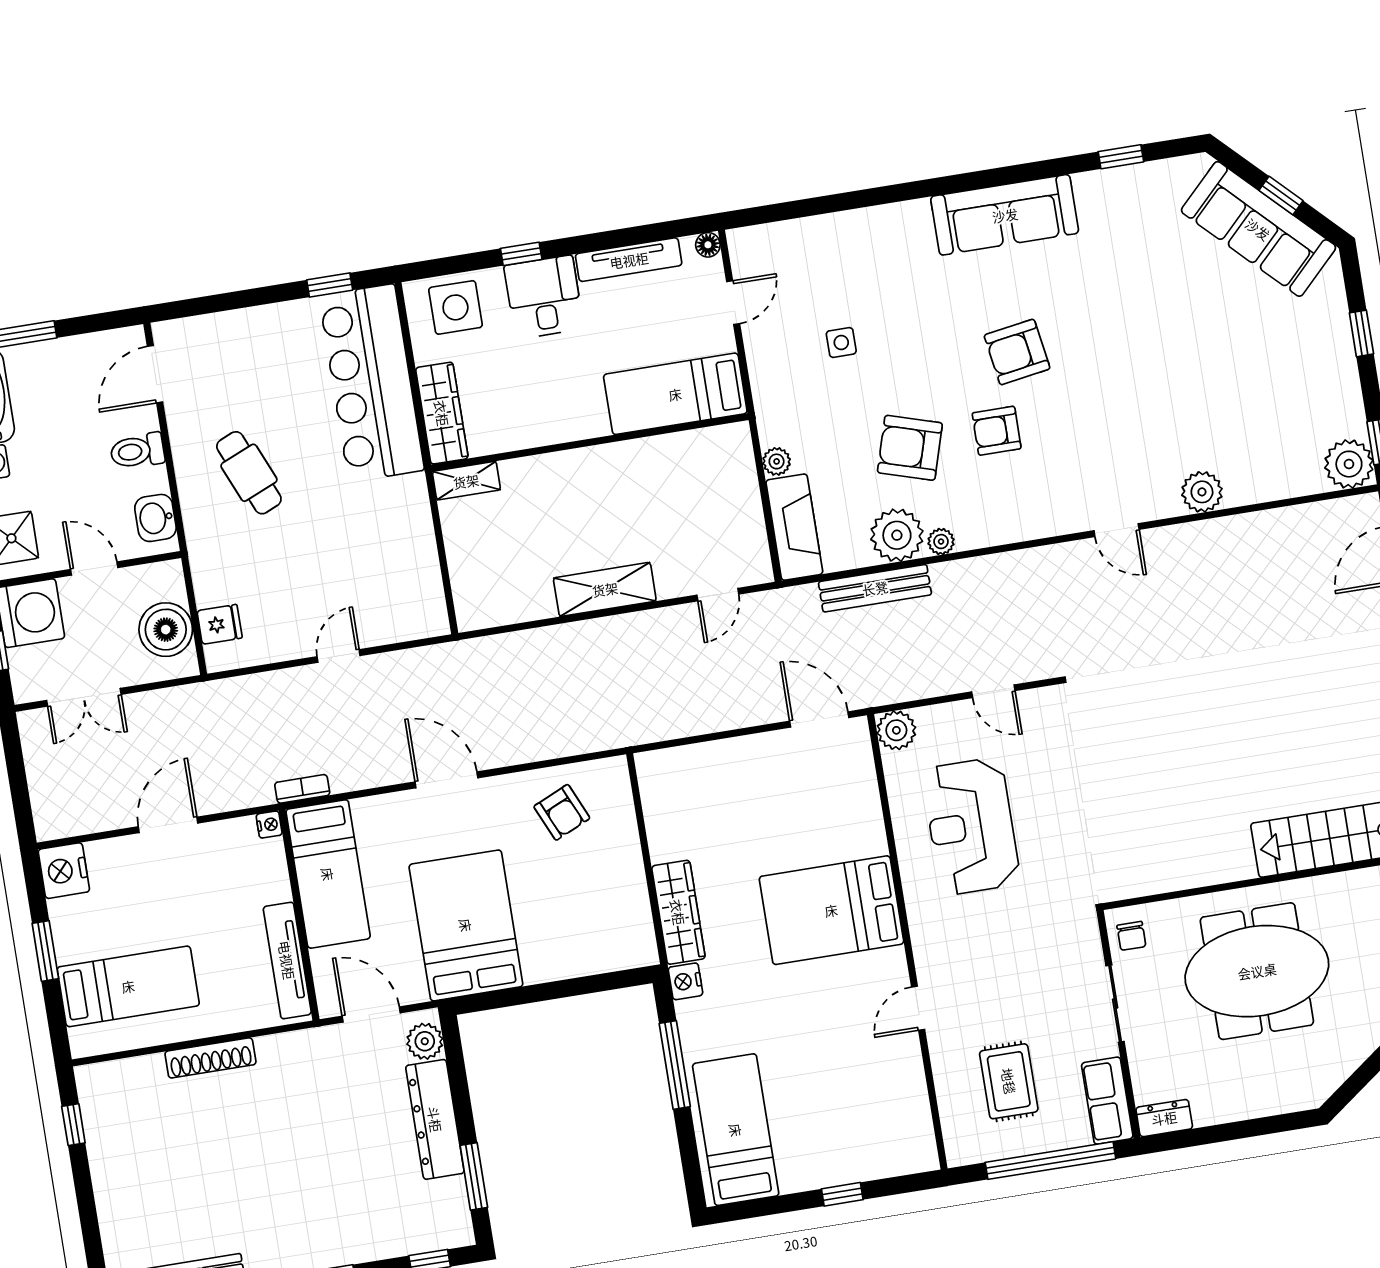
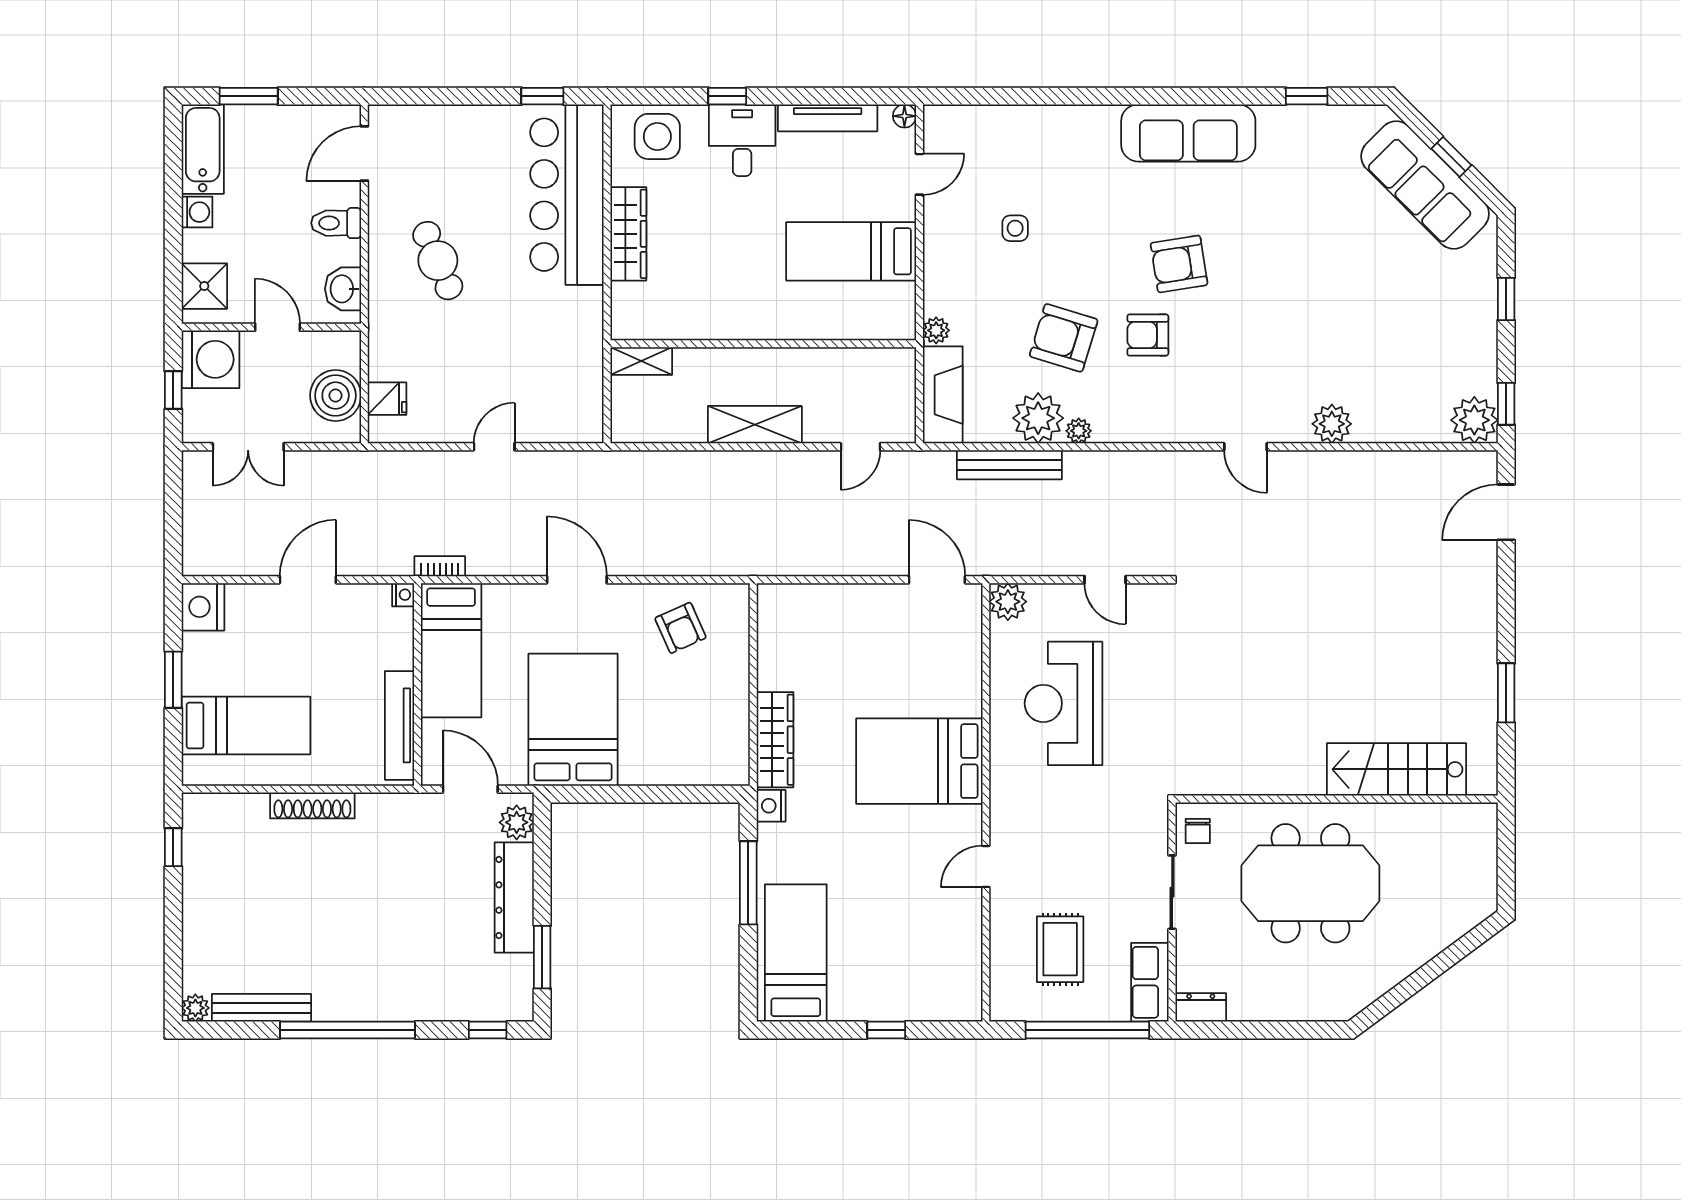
wall: (590, 442) -> (763, 344), moved
shelving: (466, 481) -> (641, 361), moved

